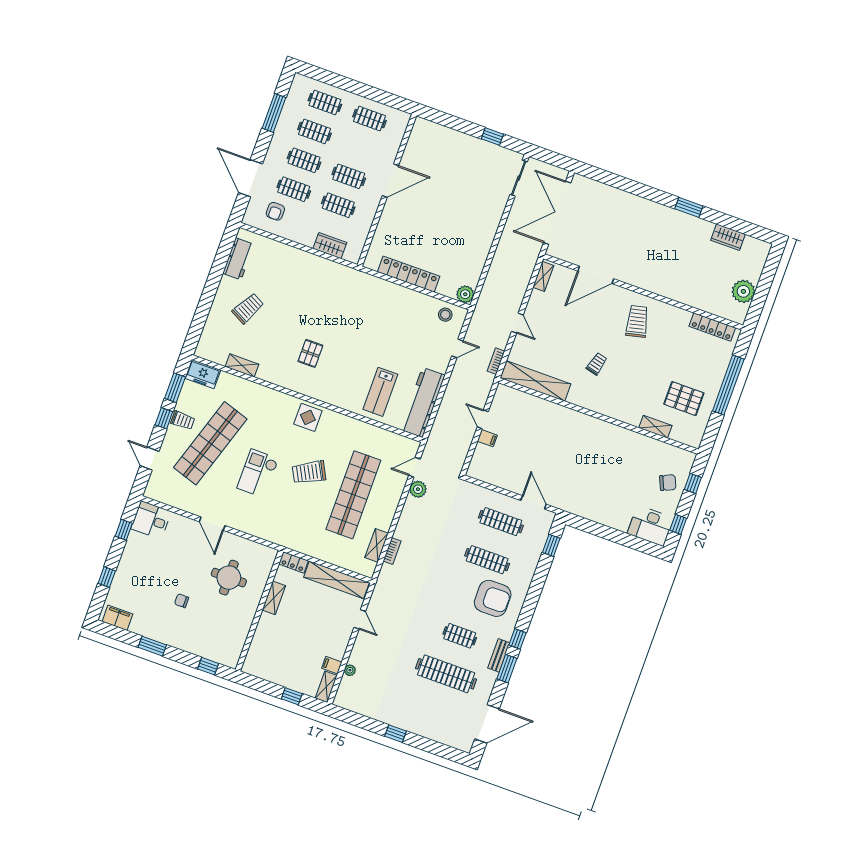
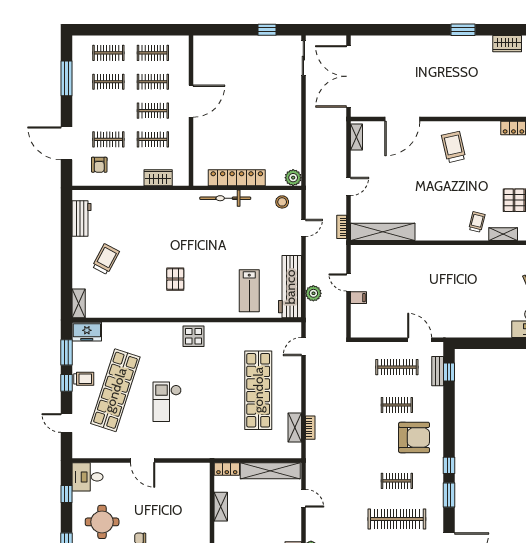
clothes rail: (304, 160) -> (153, 82), moved
bicycle: (390, 290) -> (225, 198), added
door: (517, 323) -> (348, 187), hinge flipped
trolley: (597, 364) -> (477, 222), moved
shelving: (242, 365) -> (79, 303), moved, turned 90
trolley: (309, 472) -> (212, 384), removed
plant: (418, 489) -> (313, 293), moved
clothes rail: (487, 560) -> (397, 405), width x0.73
round table: (229, 578) -> (102, 522), moved
bench: (499, 655) -> (438, 371), moved

